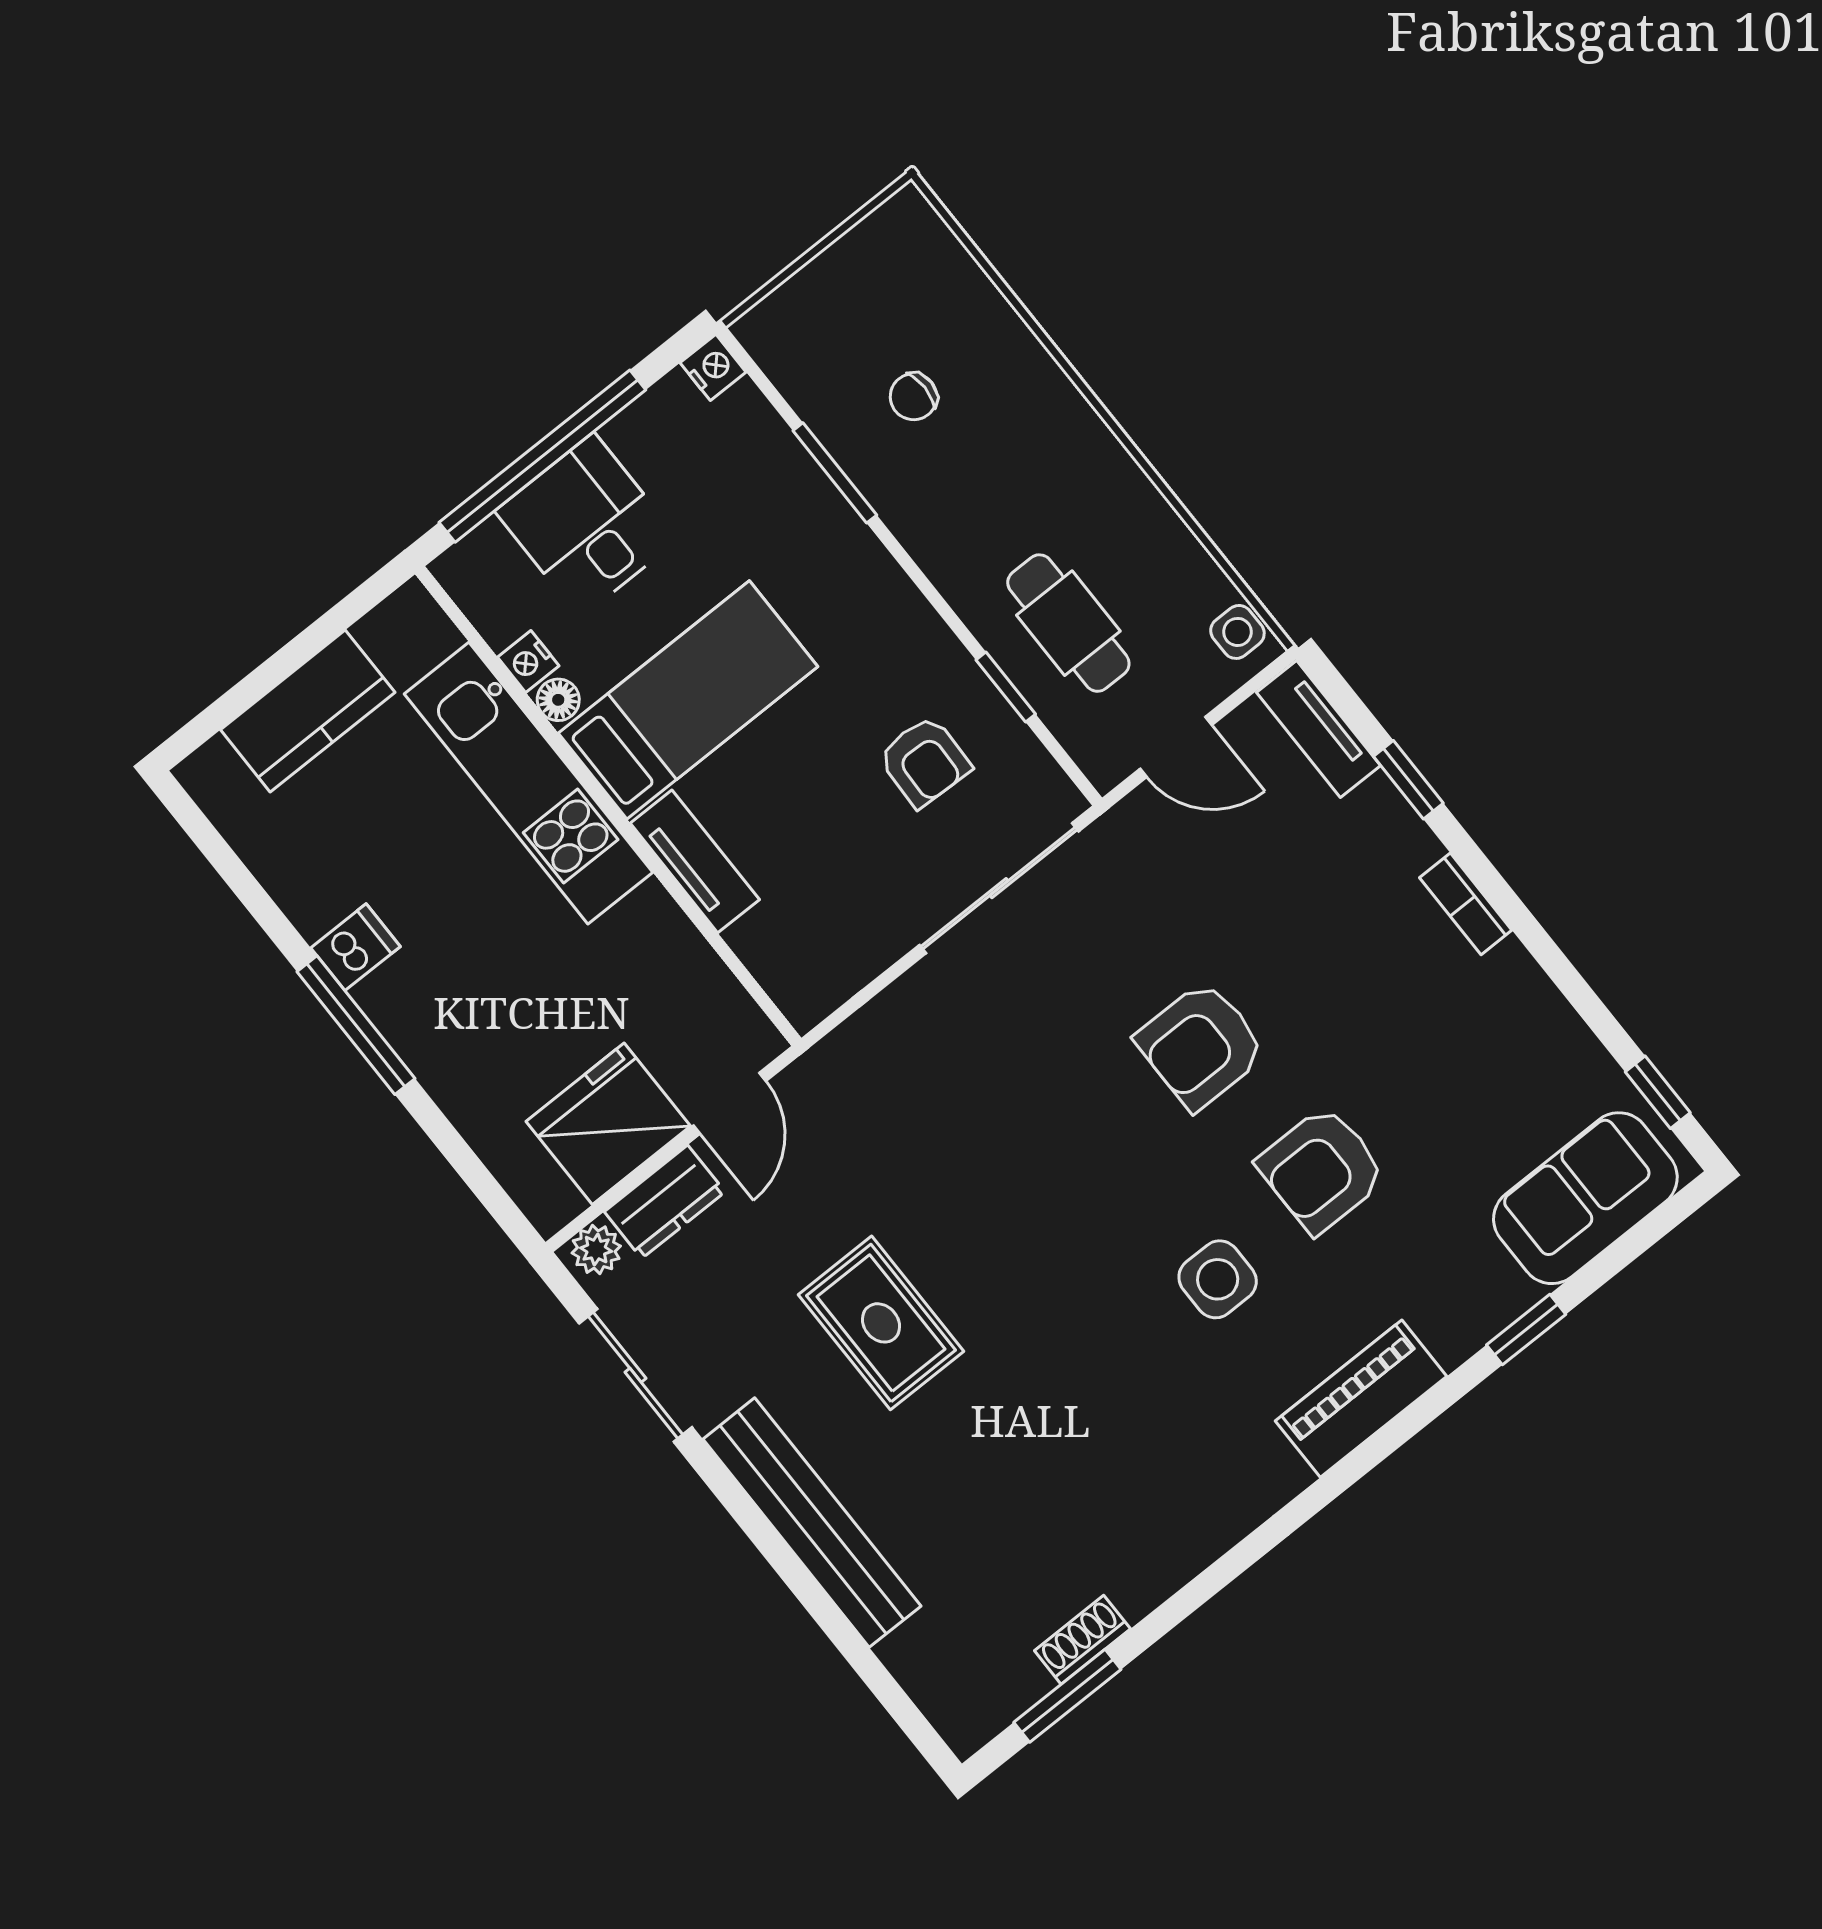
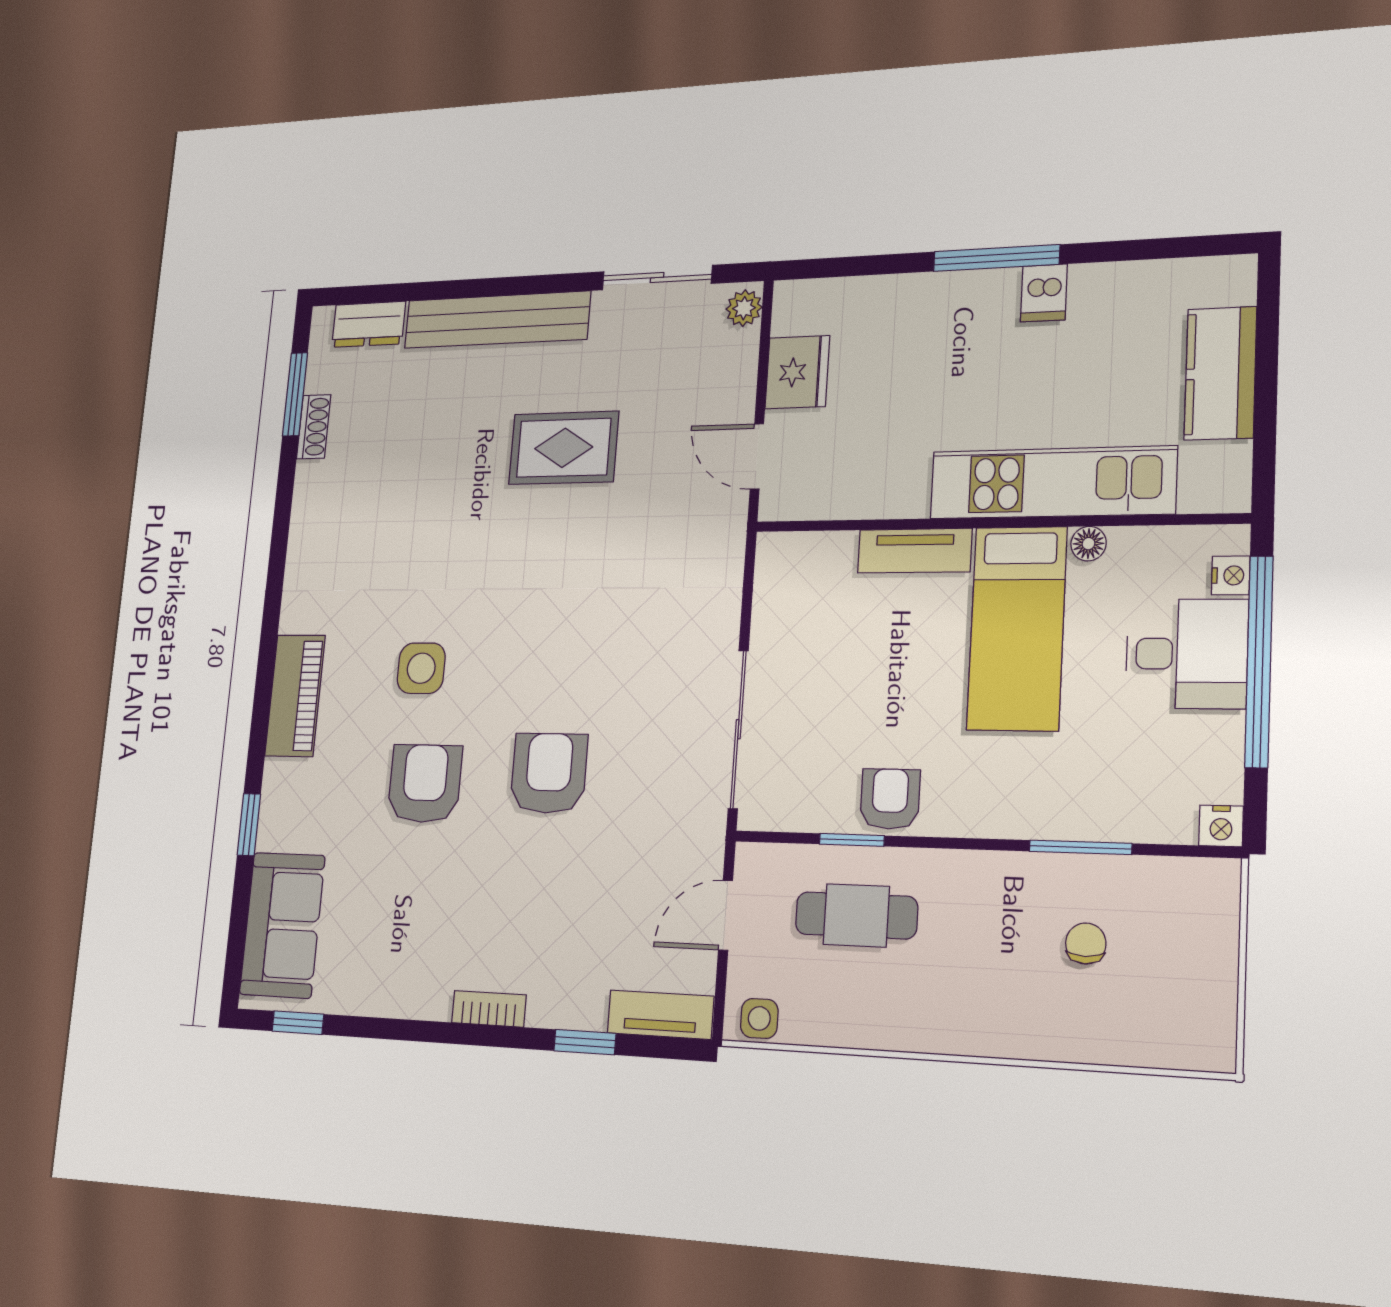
nightstand: (528, 661) -> (1231, 575), moved, turned 90
armchair: (924, 761) -> (890, 799), moved, turned 88
fridge: (608, 1124) -> (797, 372), width x0.73, depth x0.75
dresser: (665, 1202) -> (369, 324), moved, turned -90

